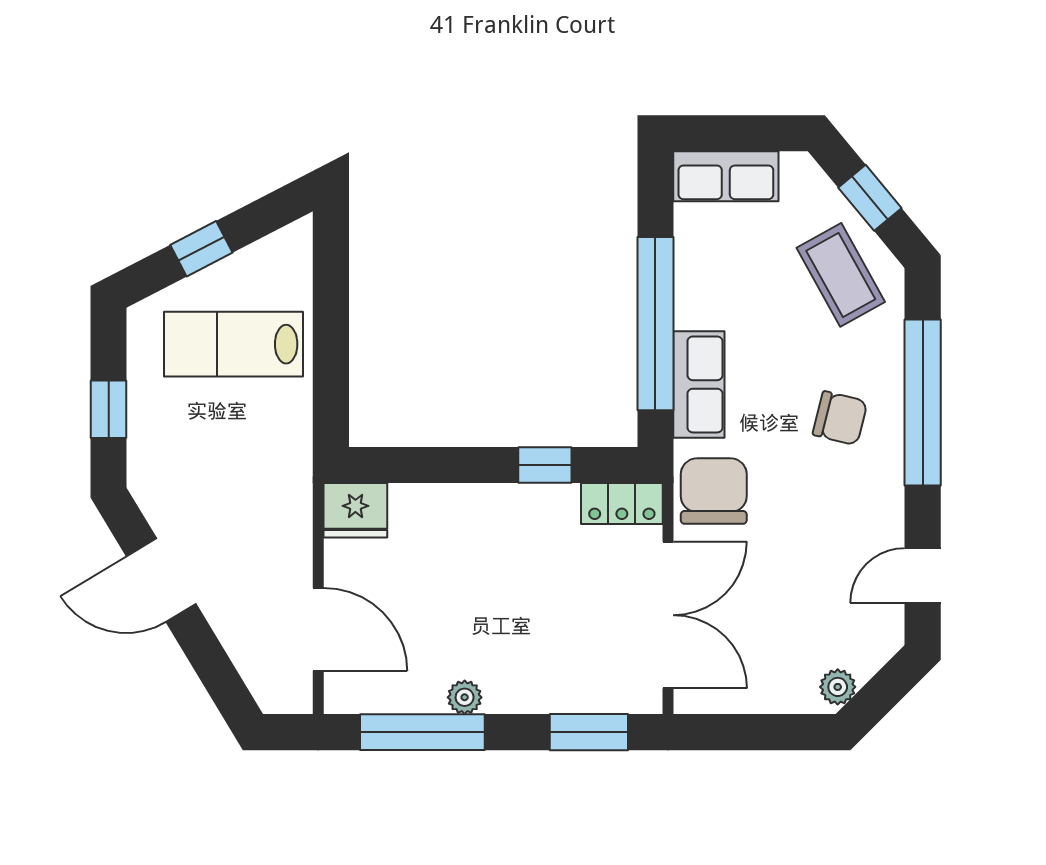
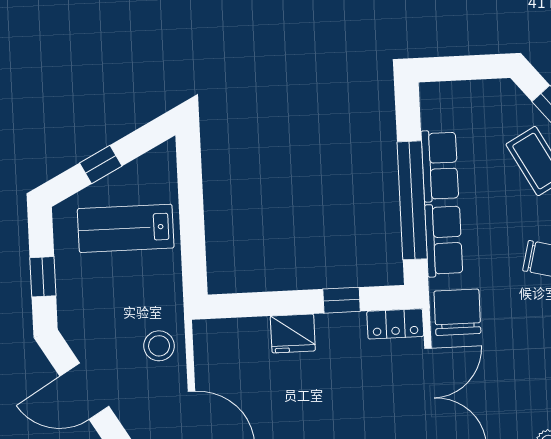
row of seats: (726, 176) -> (440, 166), moved, turned -90
fridge: (355, 510) -> (293, 333), moved
stool: (274, 519) -> (159, 346), added

